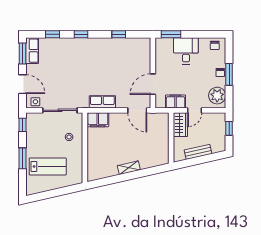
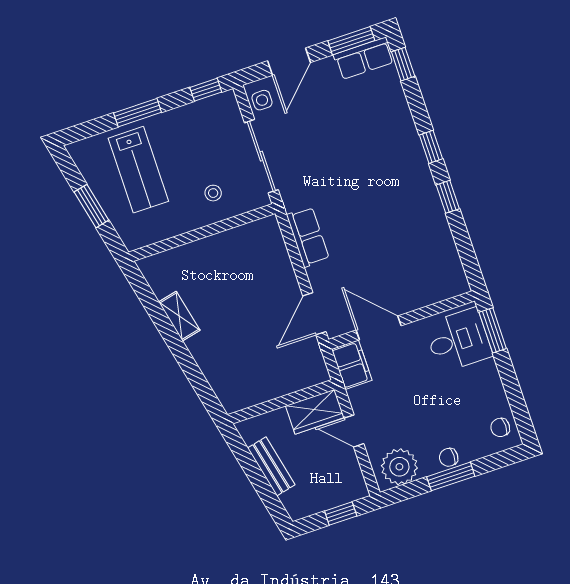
window: (52, 34) -> (403, 64), moved
window: (119, 34) -> (448, 197), moved
desk: (186, 51) -> (458, 340), moved
filing cabinet: (176, 101) -> (352, 365), moved
filing cabinet: (98, 120) -> (268, 240), removed
shelving: (129, 168) -> (179, 316), moved
window: (57, 192) -> (91, 206), added

